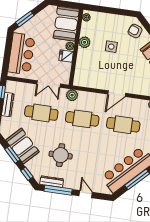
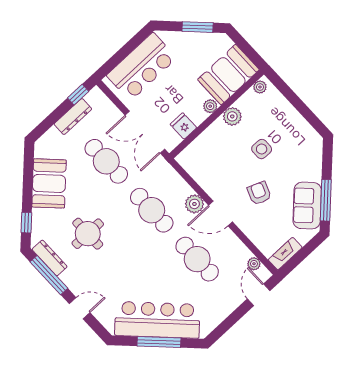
window: (25, 19) -> (198, 27), moved
armchair: (135, 31) -> (259, 193), moved
fridge: (66, 56) -> (183, 126), moved
double door: (49, 84) -> (145, 132), width x1.37
plant: (72, 95) -> (194, 204), moved
window: (12, 154) -> (28, 184), removed
door: (86, 194) -> (80, 308), hinge flipped

